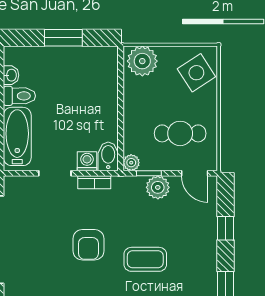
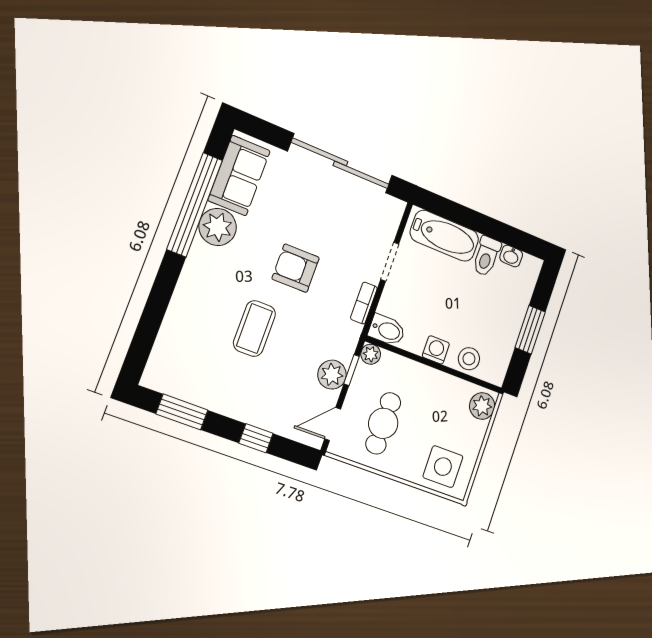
plant: (142, 61) -> (482, 406), width x0.73, depth x0.73
side table: (196, 73) -> (443, 467), turned 33
stool: (105, 81) -> (469, 359), added
washing machine: (87, 161) -> (436, 350), moved, turned -90

